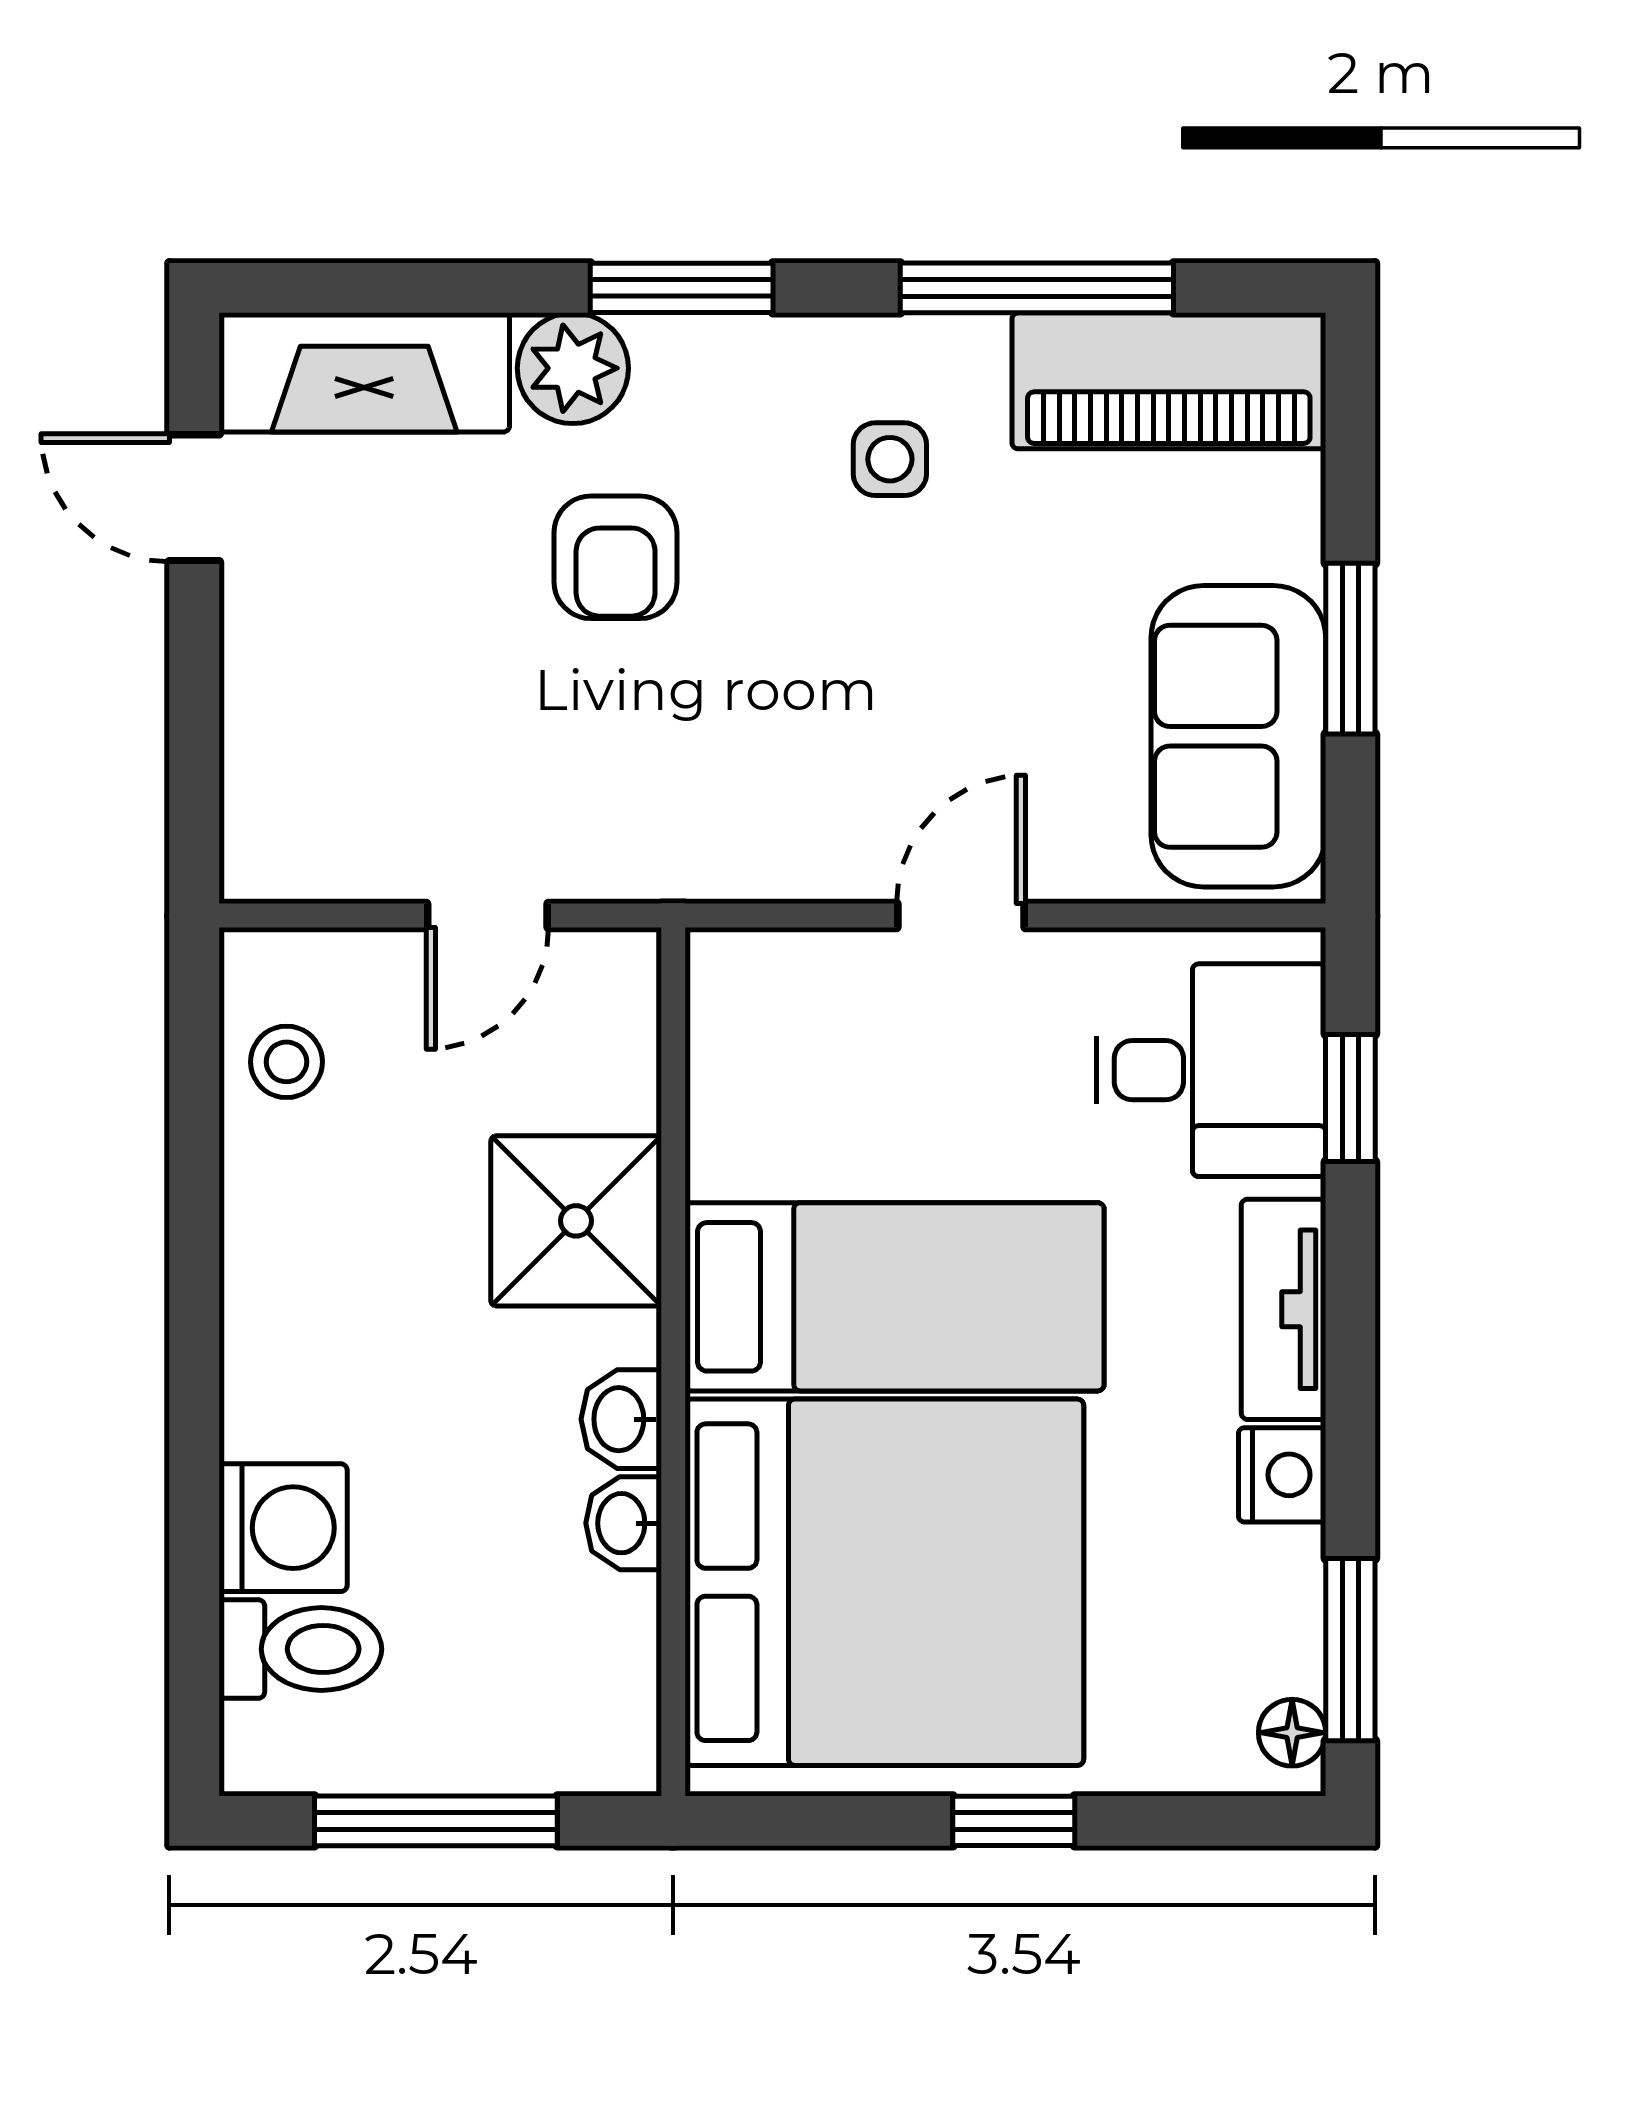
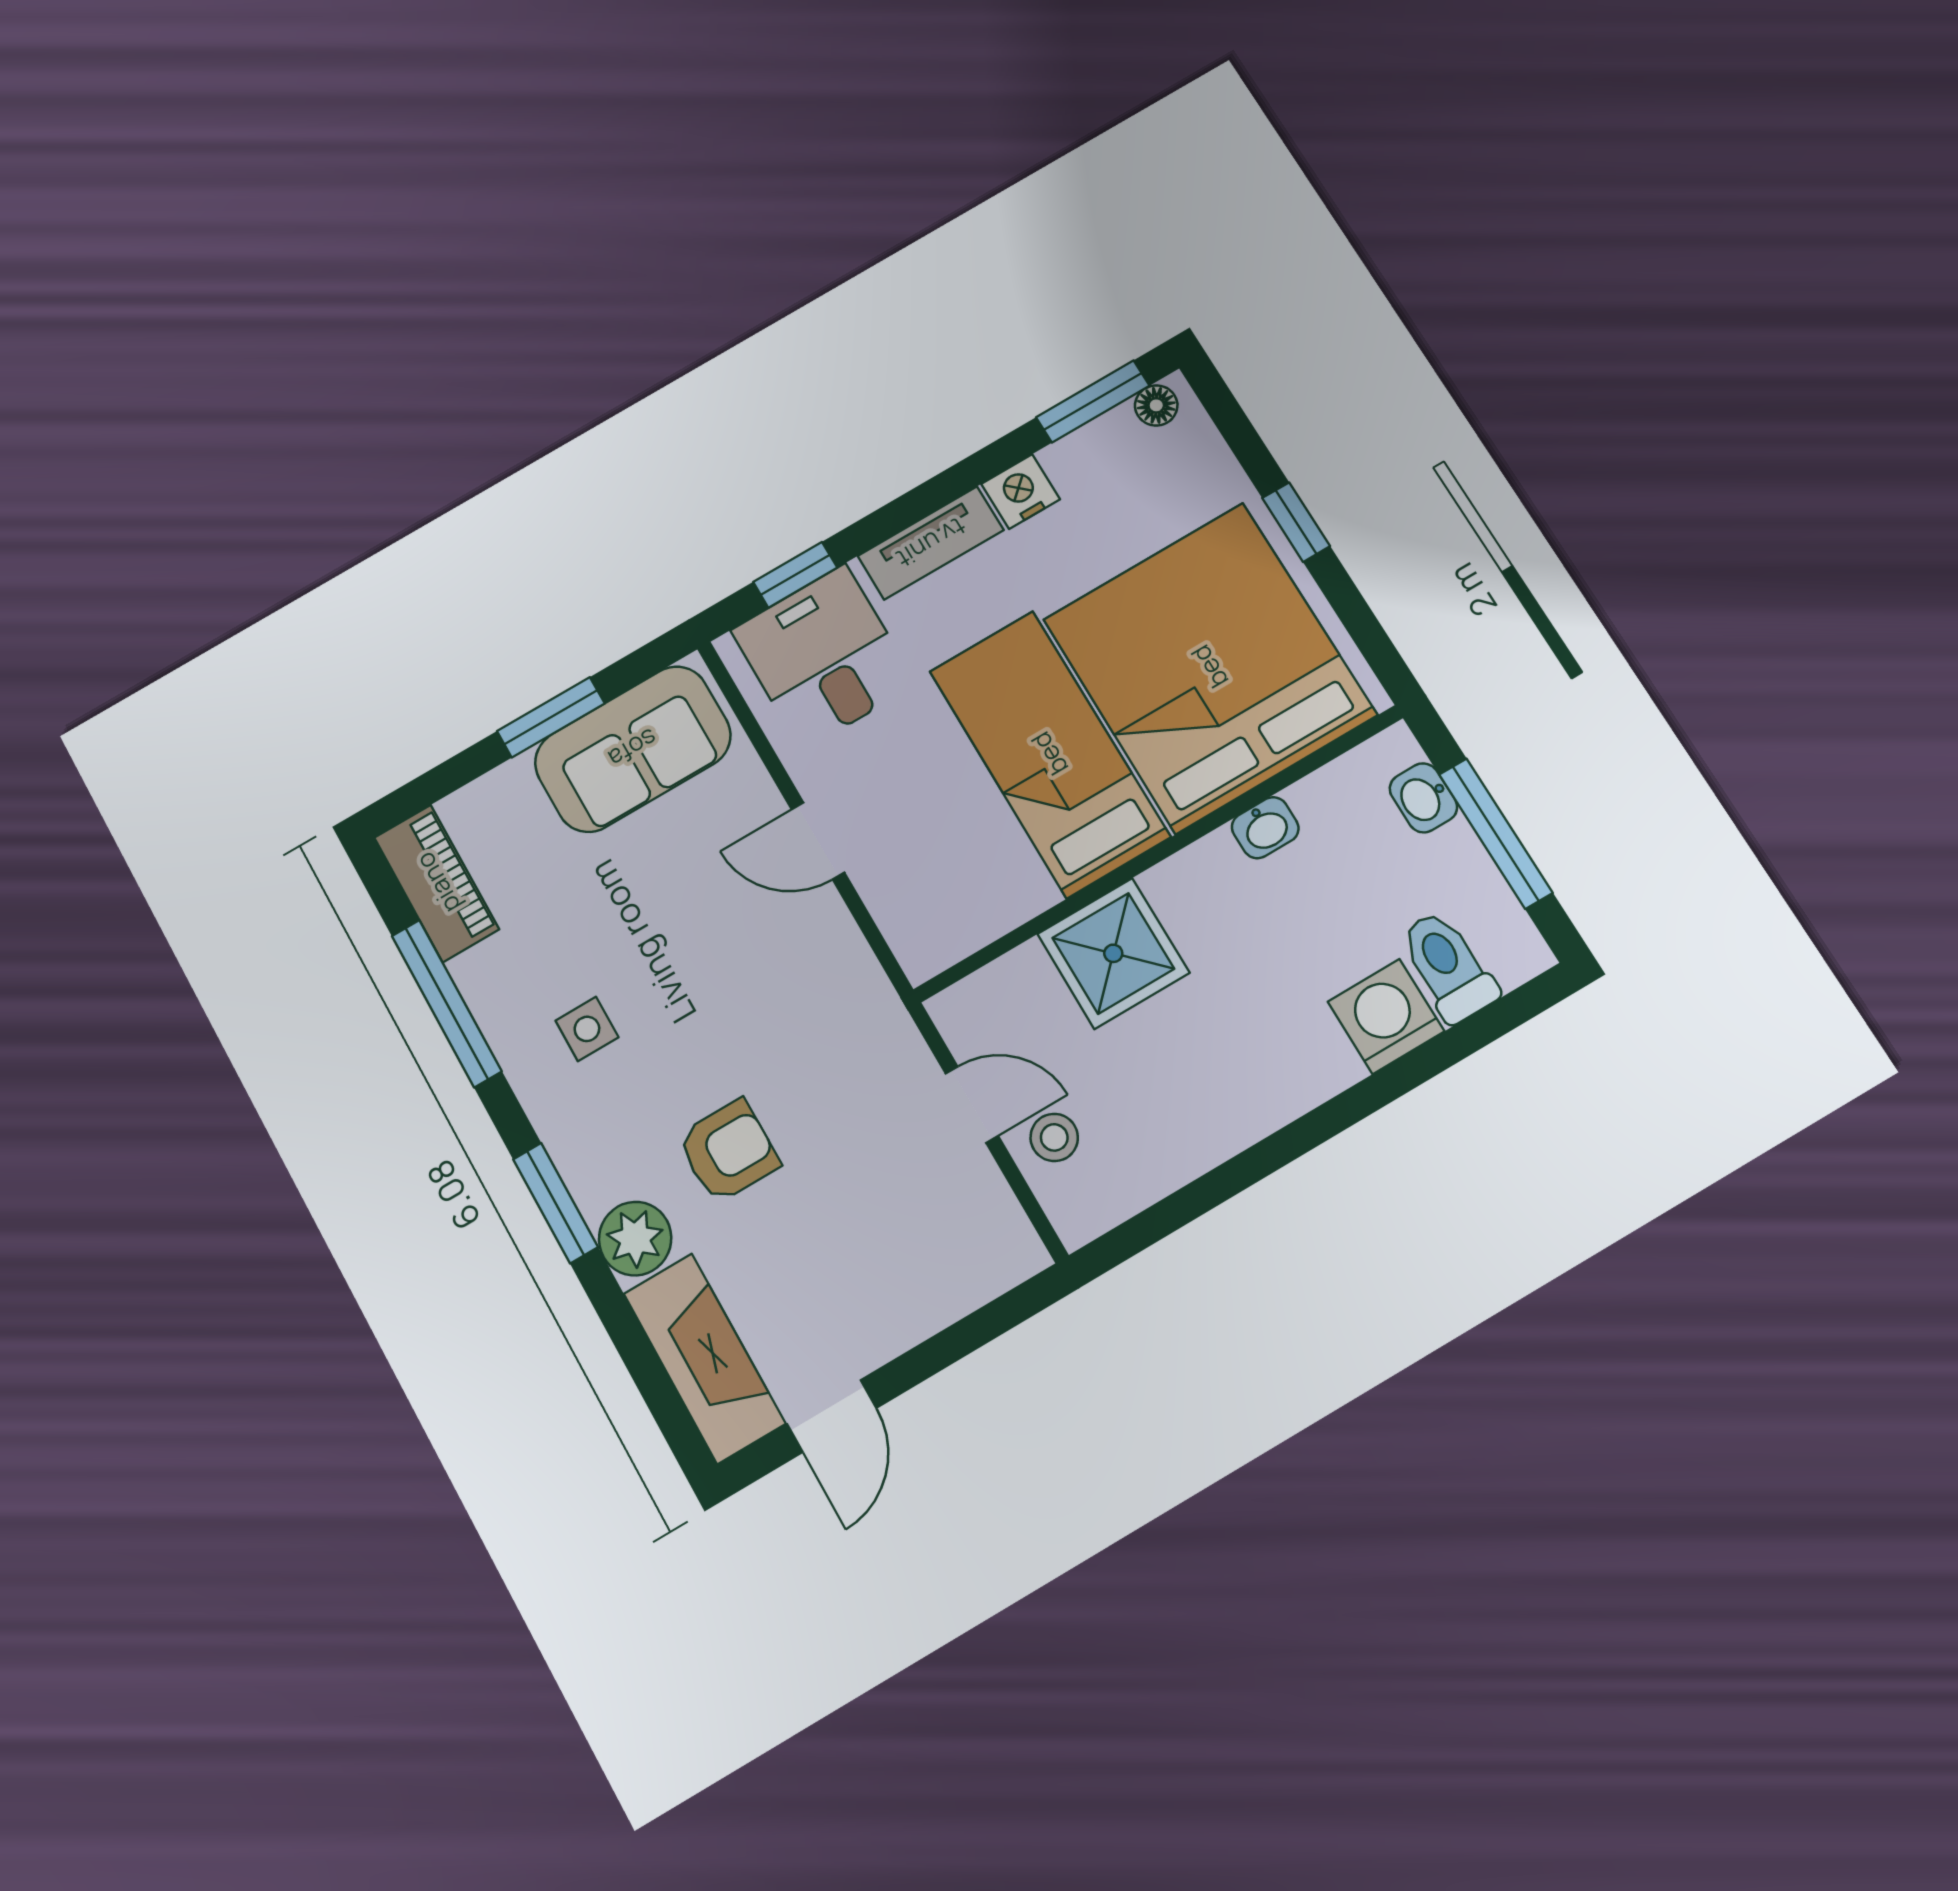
piano: (1169, 381) -> (437, 883), width x0.73, depth x0.75
stool: (286, 1062) -> (1054, 1137), moved
washbasin: (621, 1419) -> (1423, 798), moved, turned 90

